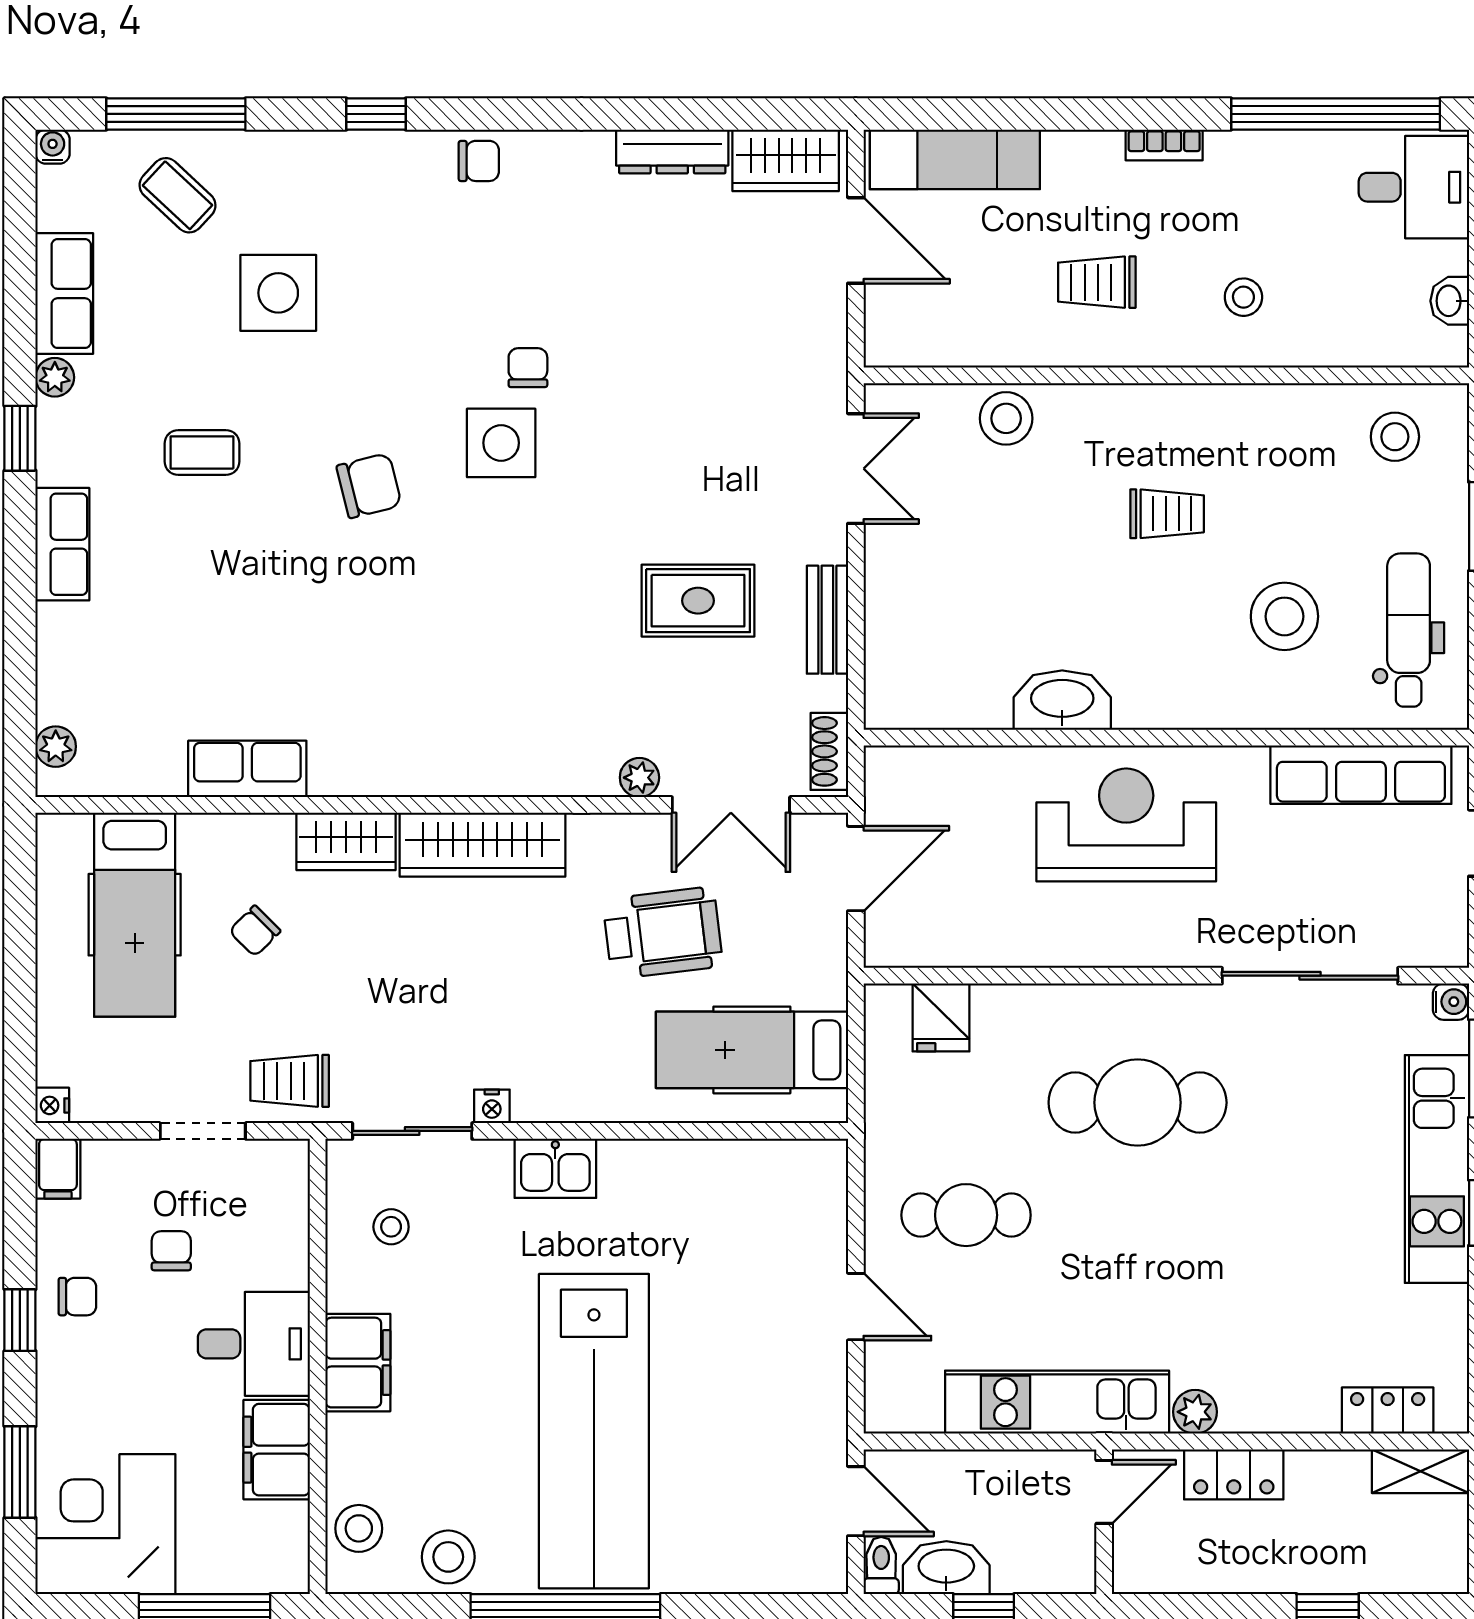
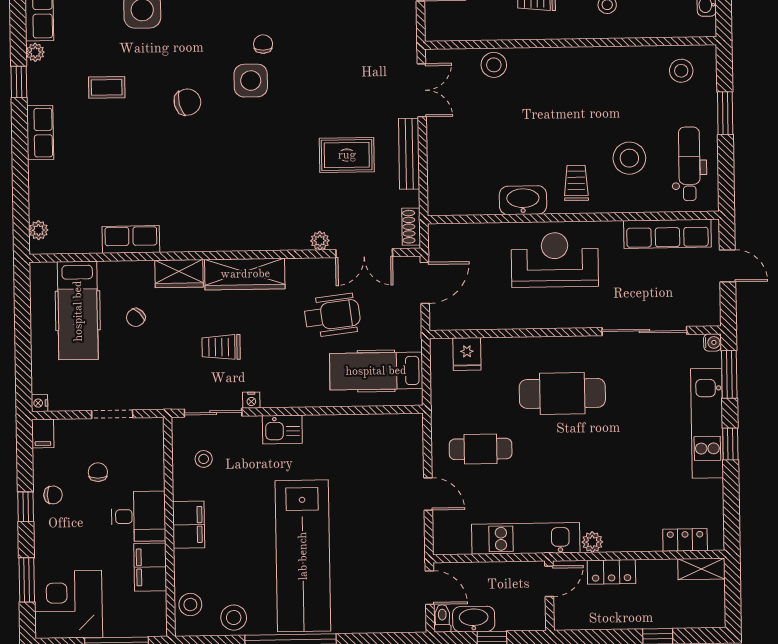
trolley: (1167, 514) -> (576, 183), moved, turned -90
bench: (827, 620) -> (409, 154), width x1.36
trolley: (290, 1081) -> (221, 347), moved

